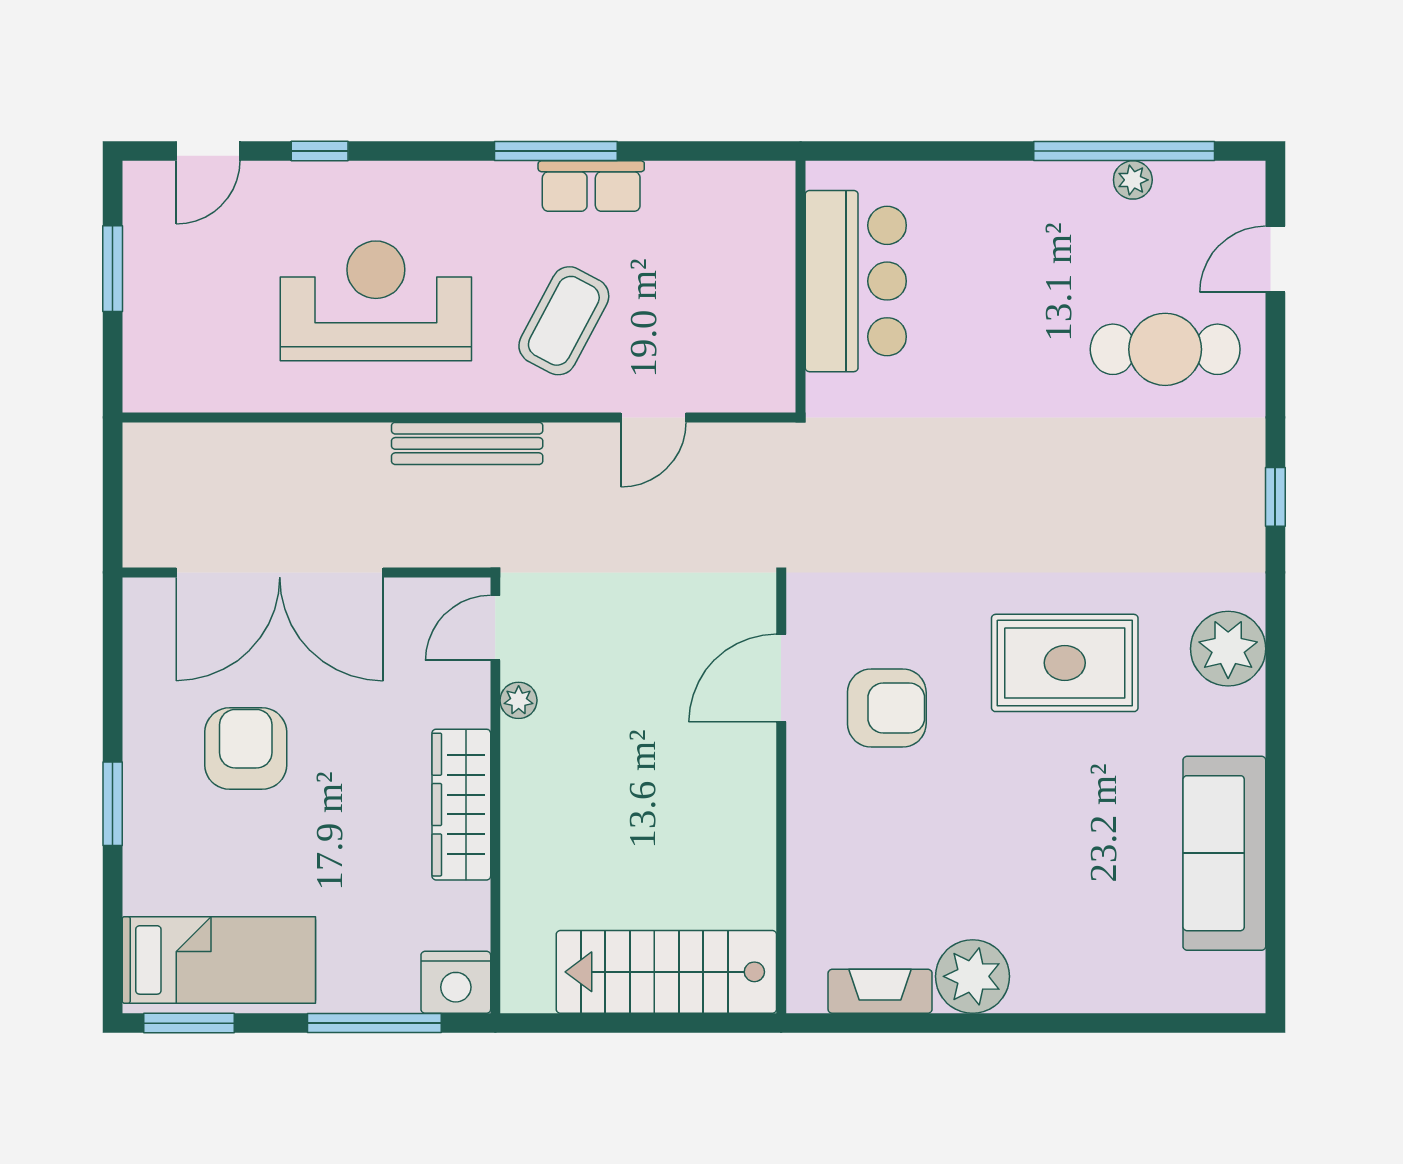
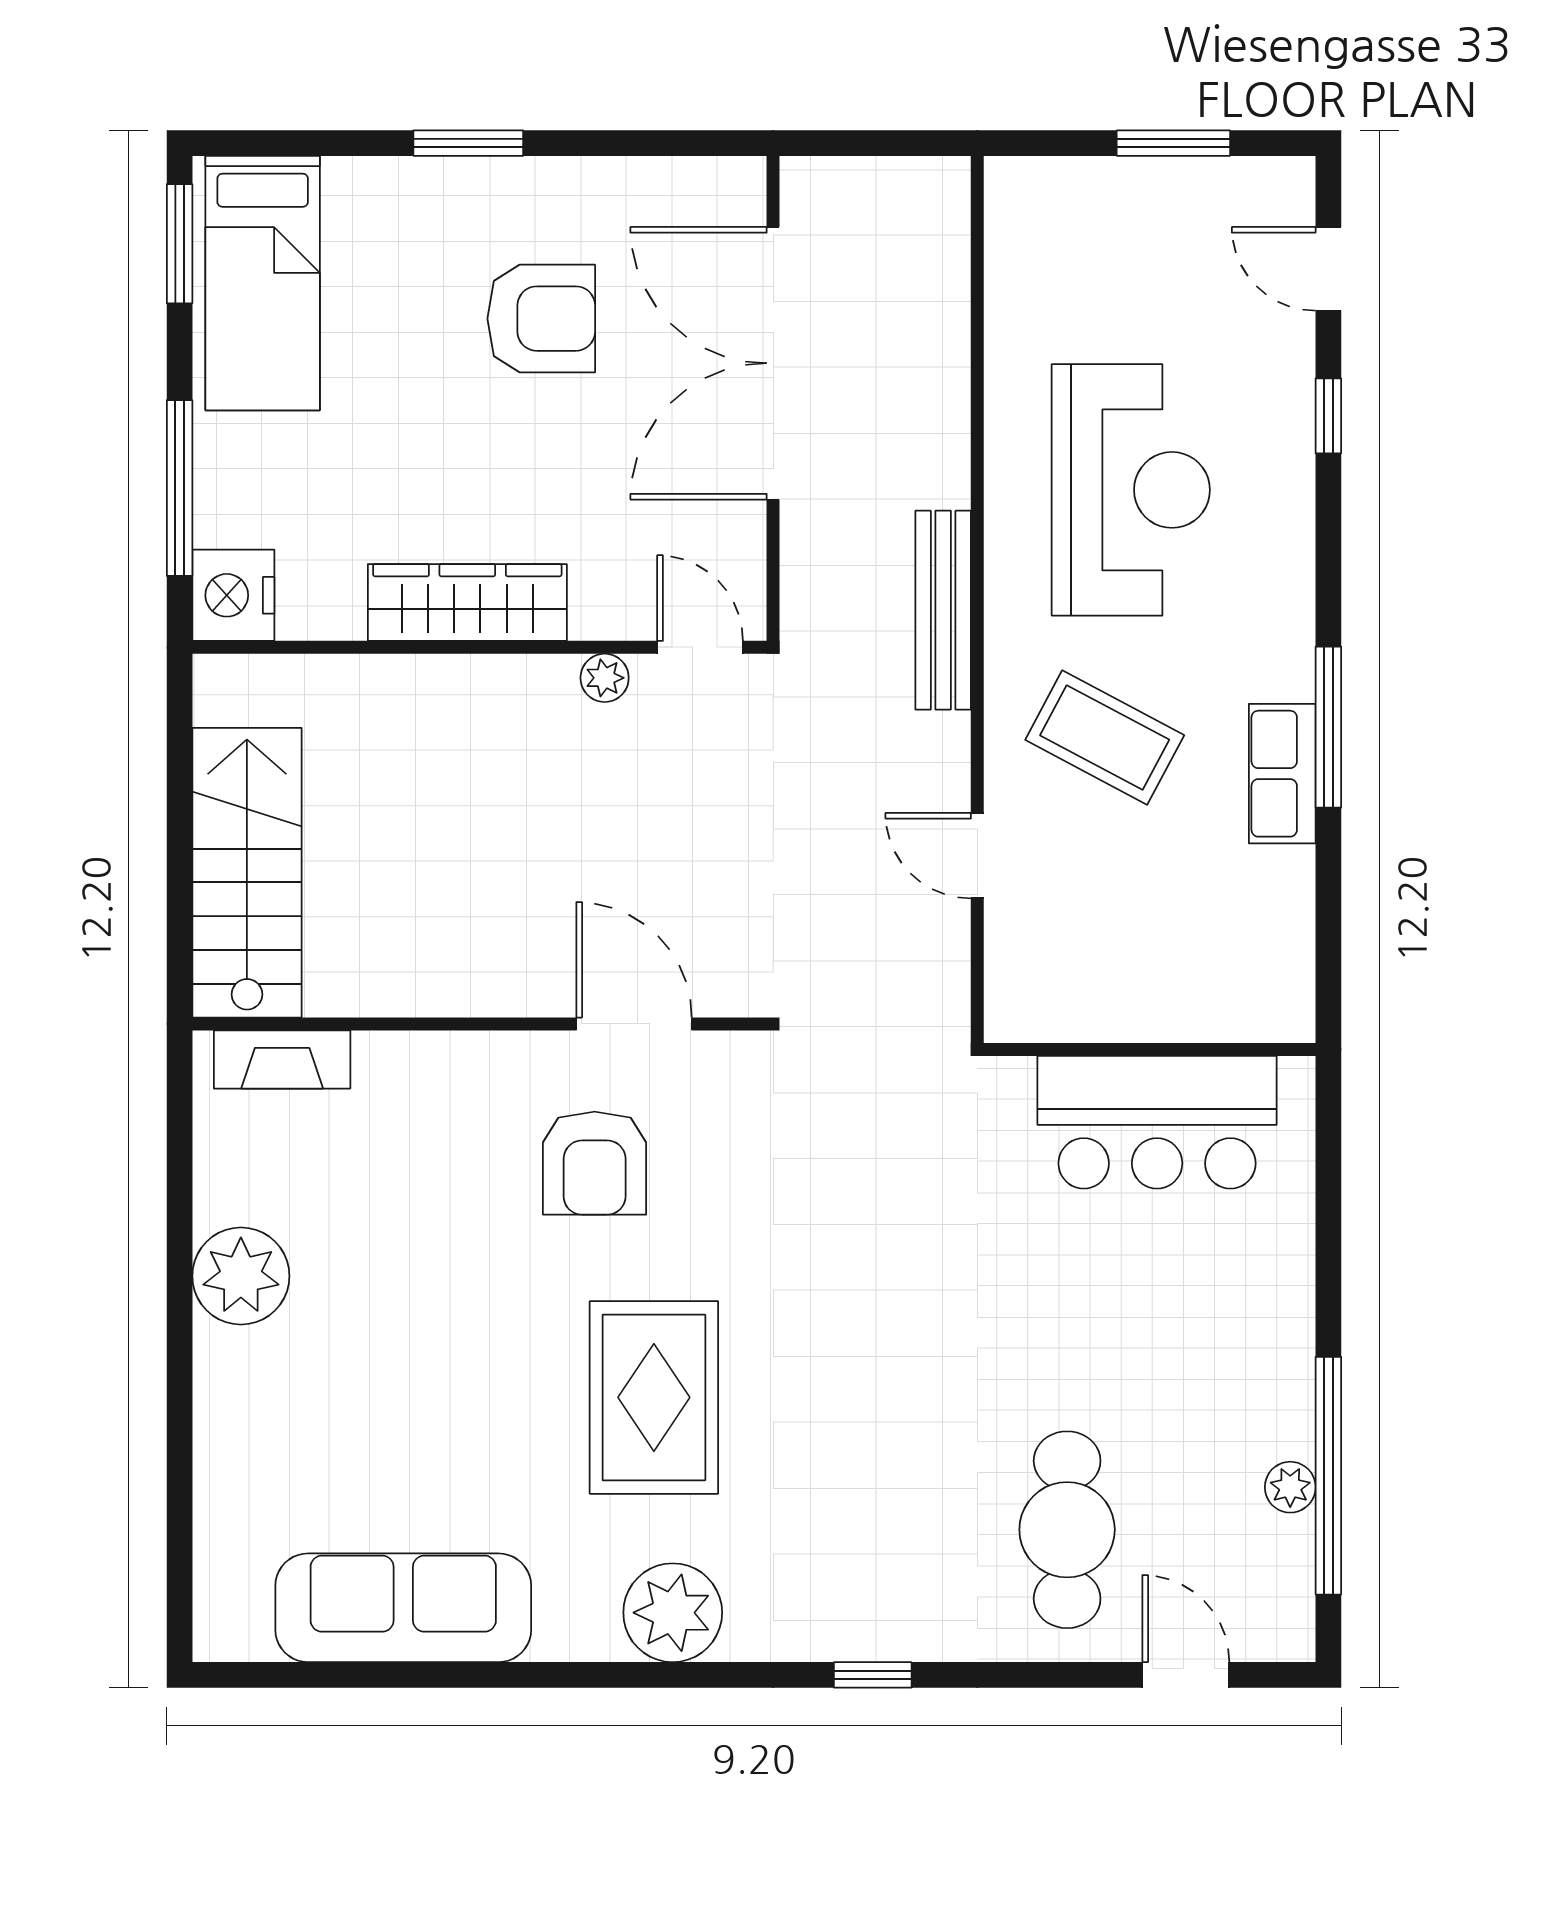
fireplace: (880, 991) -> (282, 1059), moved, turned 90

